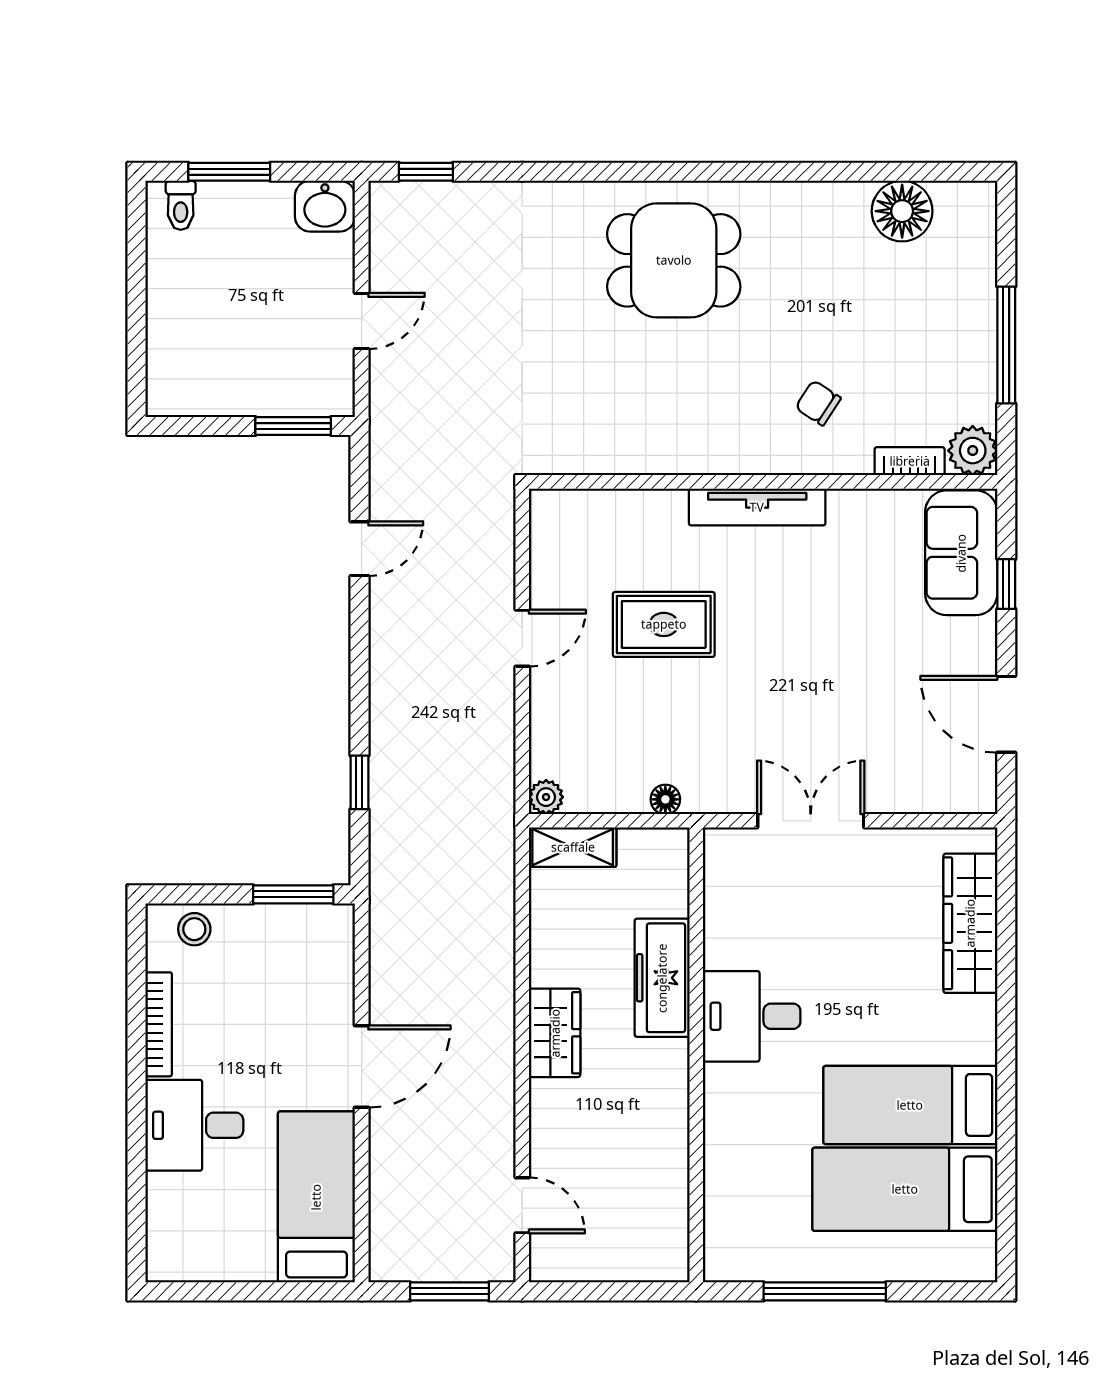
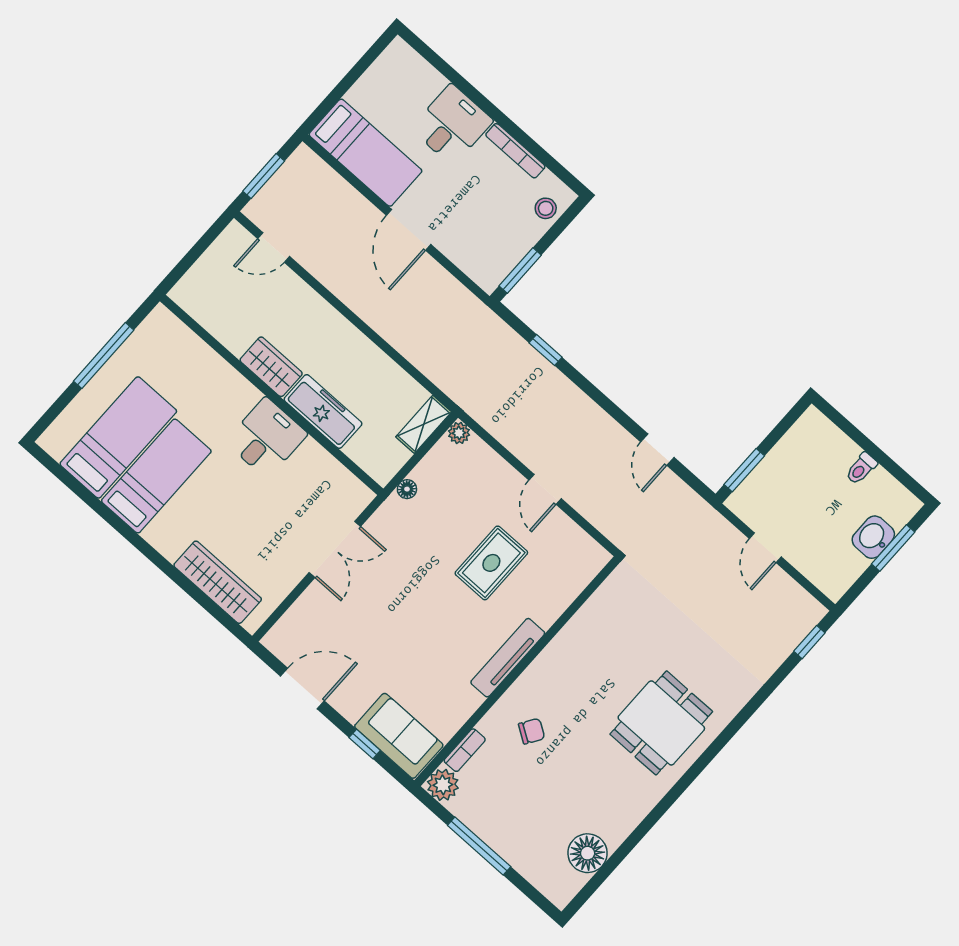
toilet: (181, 205) -> (861, 469), moved, turned -90
washbasin: (325, 206) -> (873, 537), moved
wardrobe: (555, 1033) -> (271, 367), moved, turned 180

